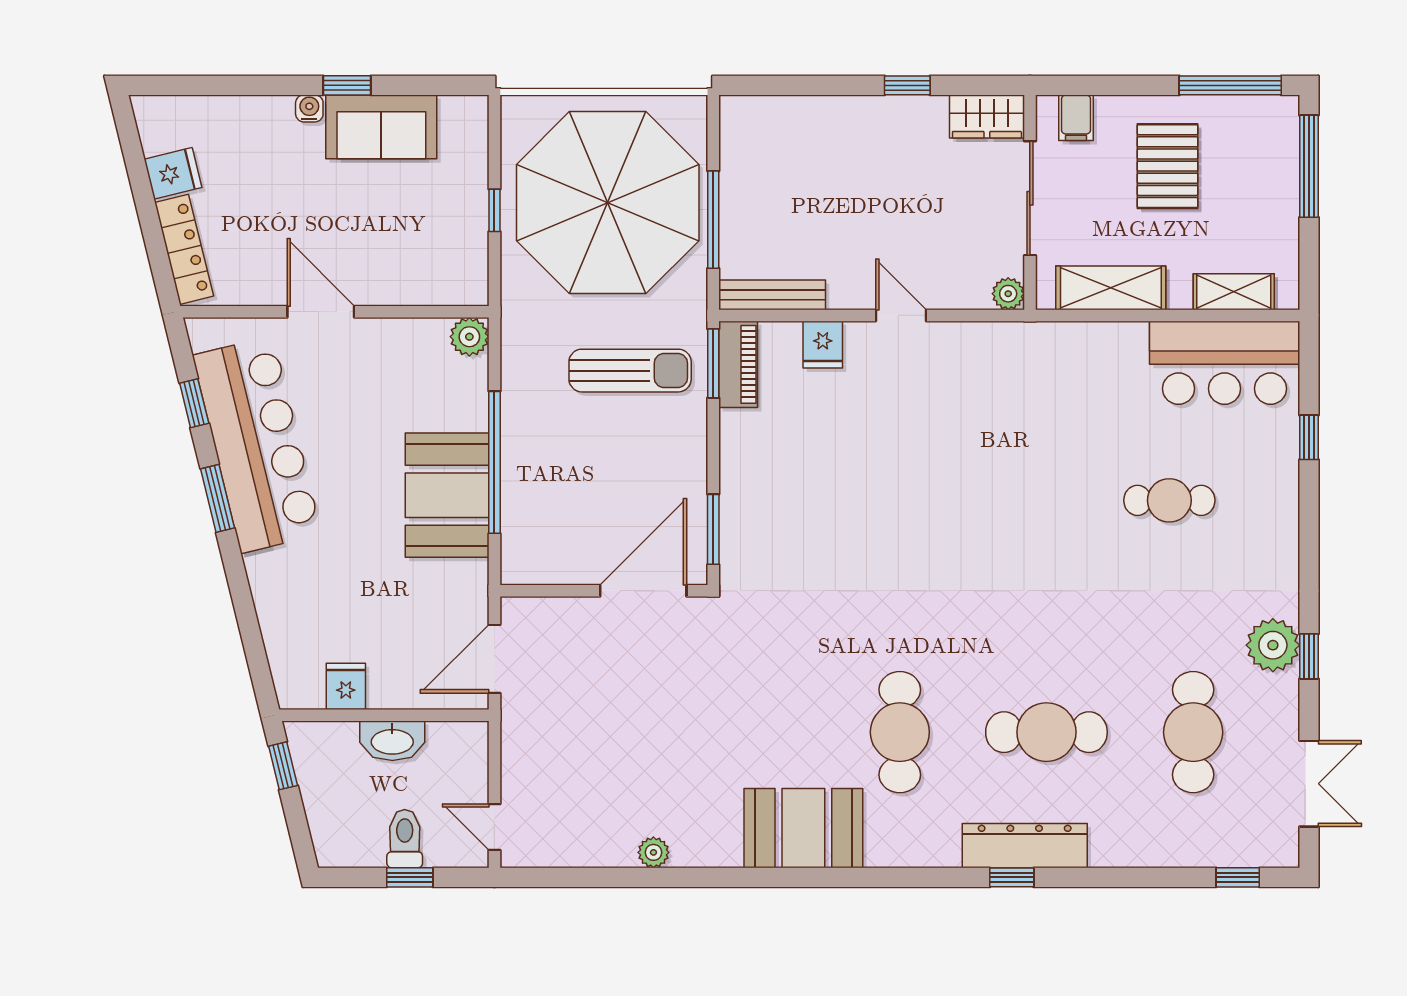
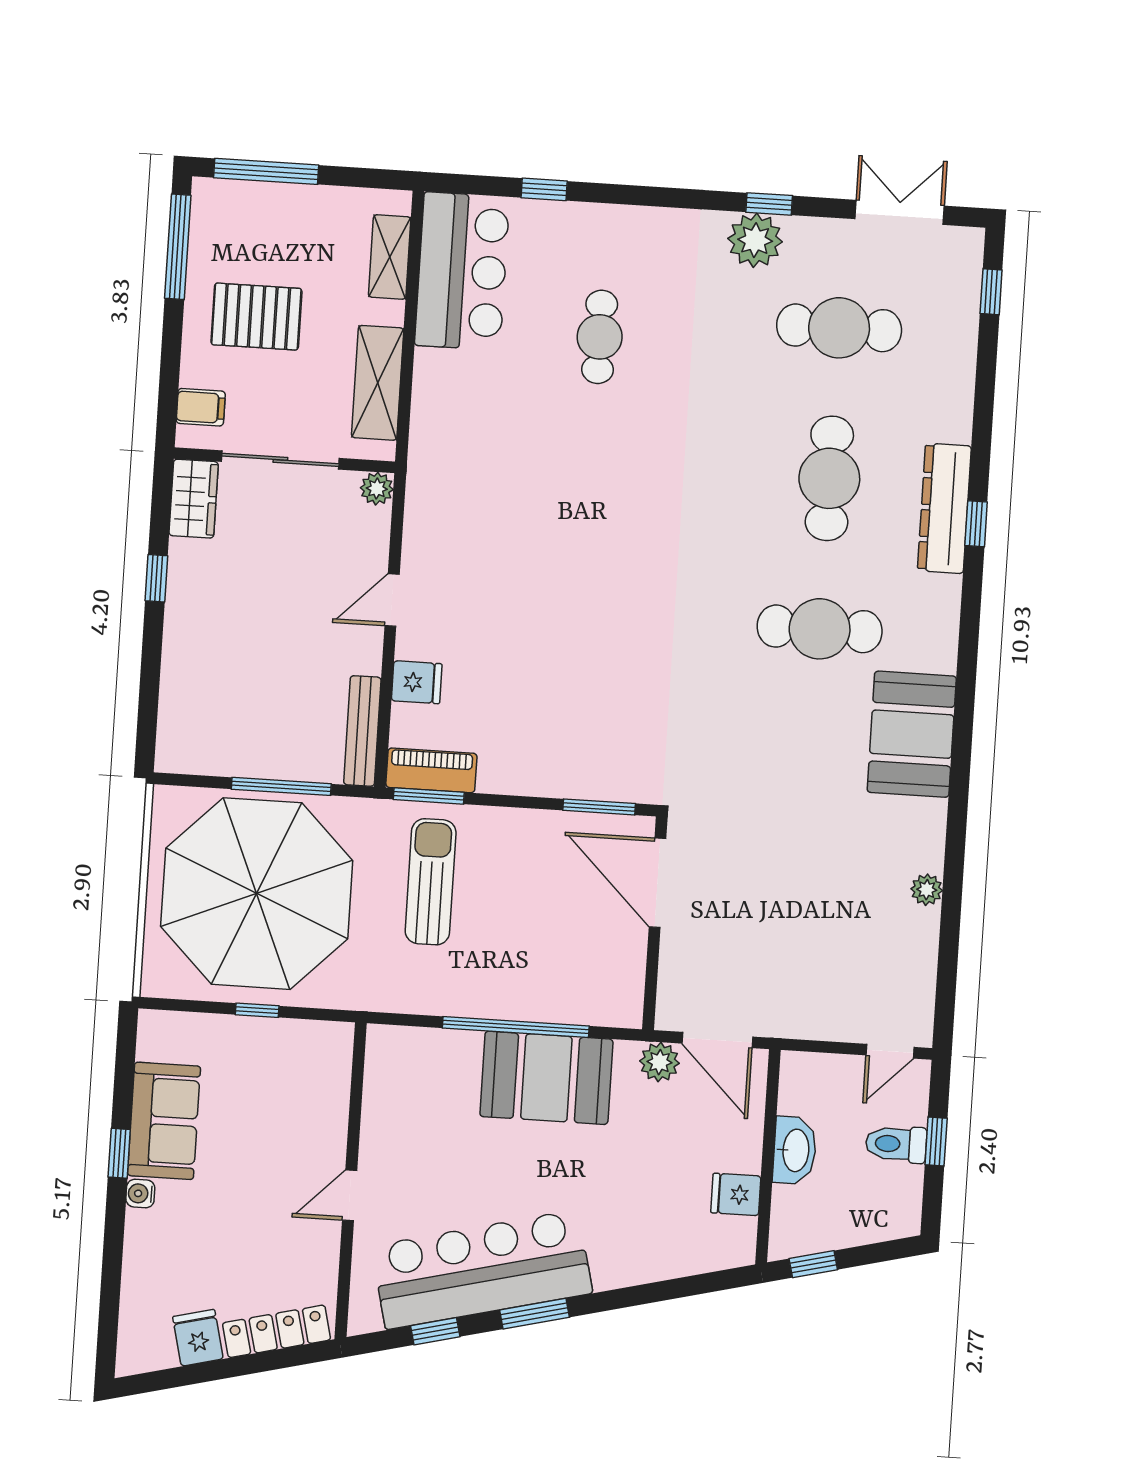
door: (321, 312) -> (350, 1195), width x0.73
plant: (469, 337) -> (660, 1062), moved

